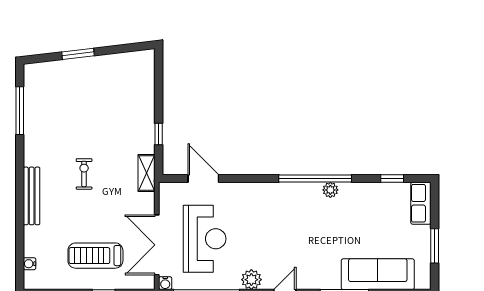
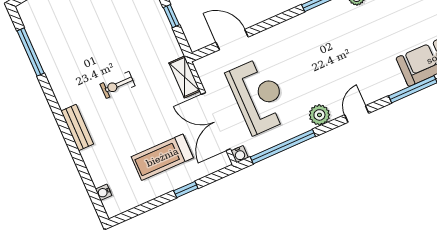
shelving: (147, 173) -> (185, 77), moved
exercise bike: (84, 174) -> (118, 85), turned -90
bench: (32, 196) -> (77, 128), width x0.73

